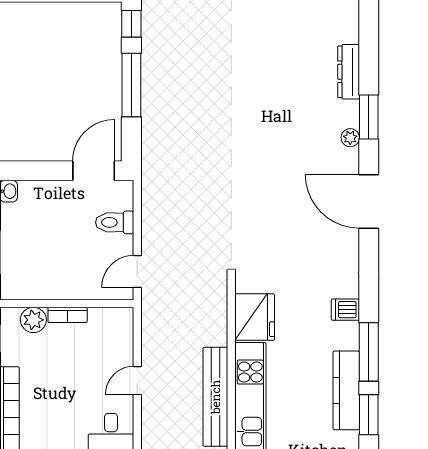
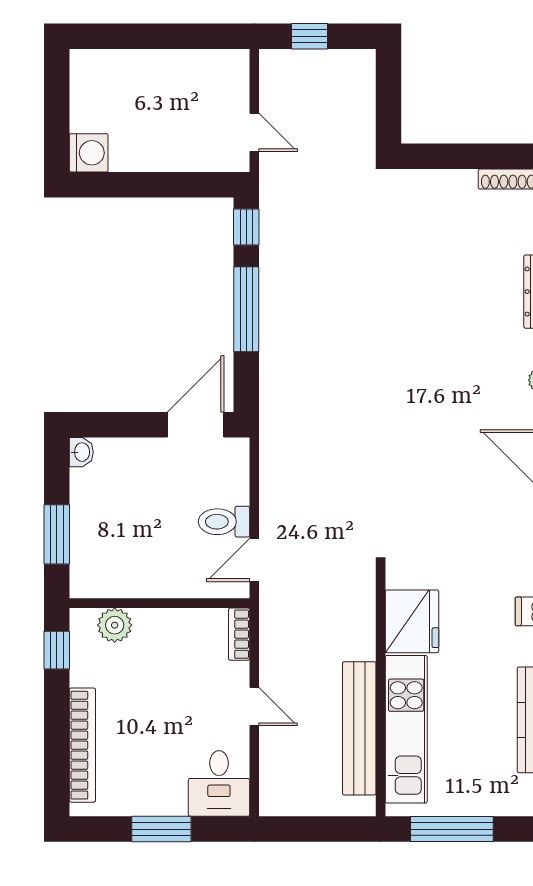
toilet: (115, 222) -> (224, 522), moved
bookcase: (68, 315) -> (239, 634), moved, turned 90
door: (137, 381) -> (254, 707), swing flipped

